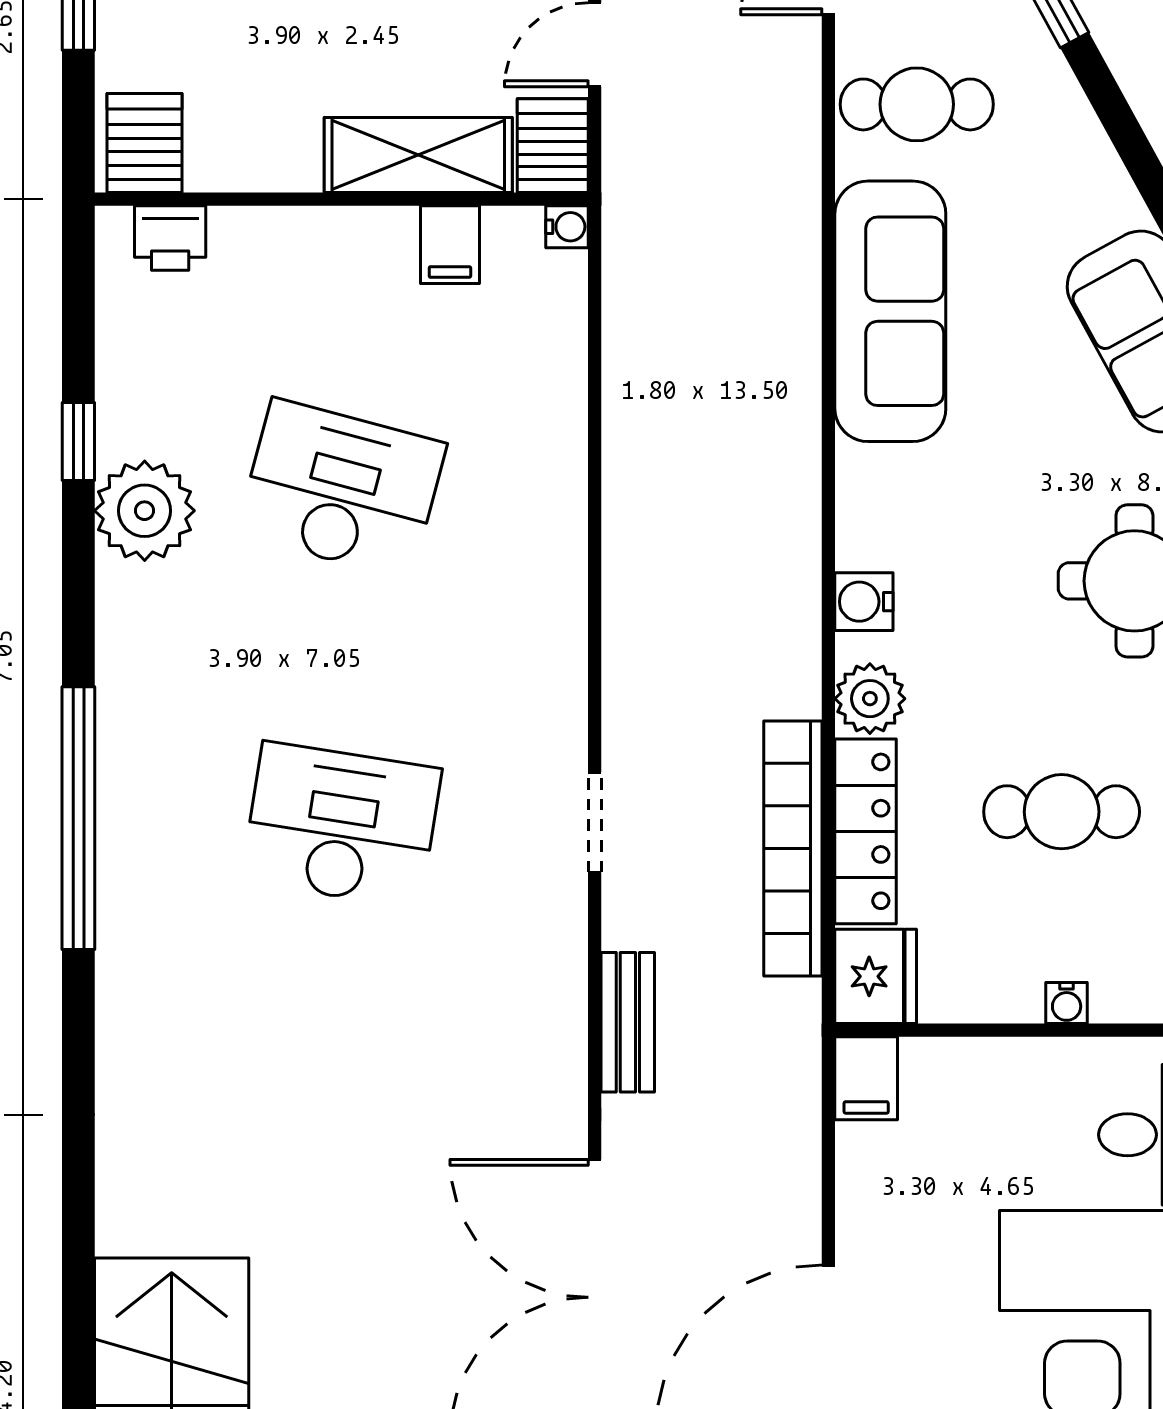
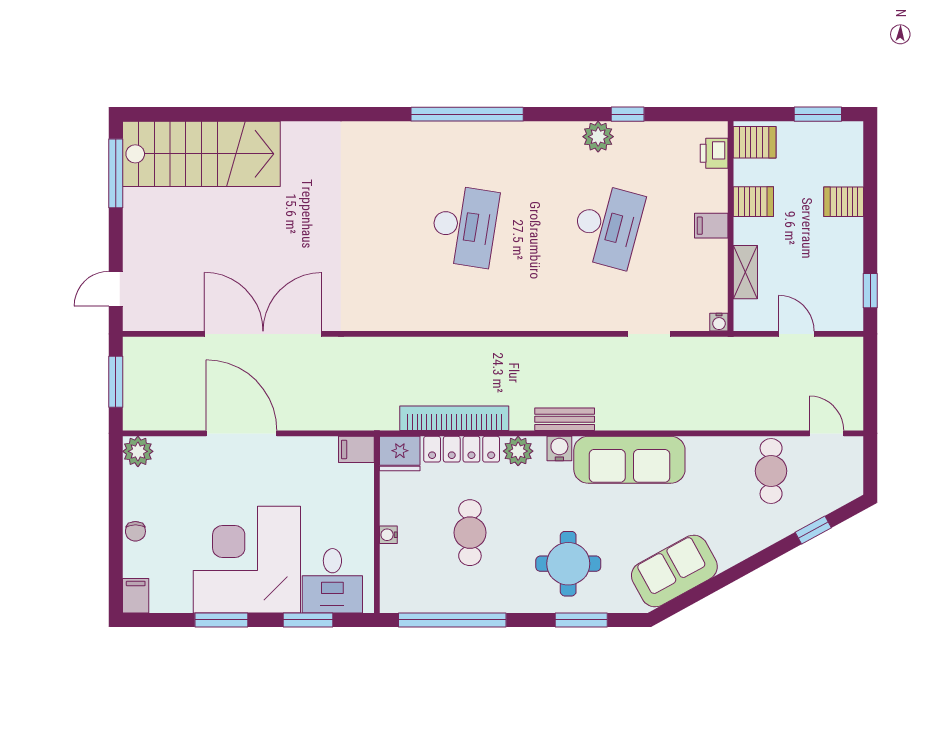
server rack: (553, 146) -> (753, 202), moved
shelving: (418, 155) -> (745, 272), width x0.67, depth x0.75
filing cabinet: (450, 245) -> (711, 226), moved
sofa: (890, 311) -> (629, 460), moved
plant: (145, 511) -> (598, 137), width x0.73, depth x0.73
doorway: (595, 822) -> (649, 334), moved
bench: (628, 1022) -> (565, 419), moved

